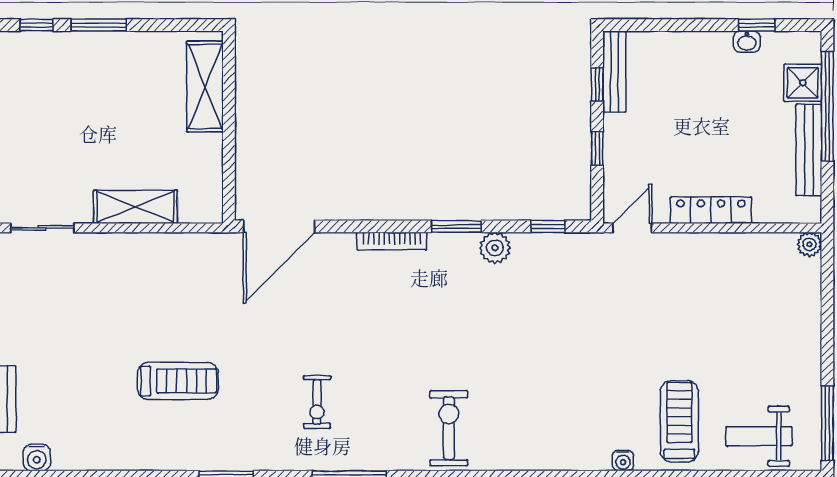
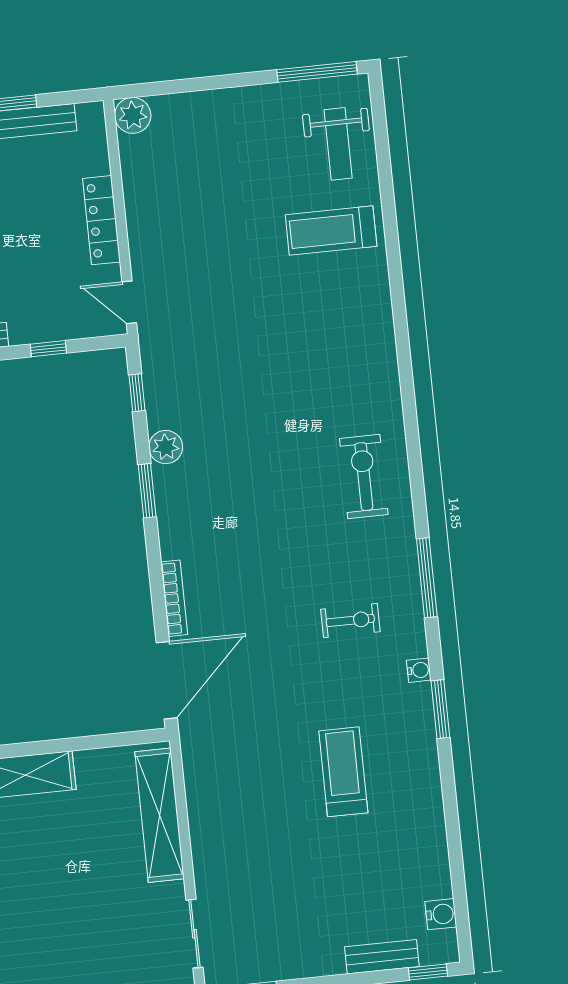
shelving: (136, 207) -> (160, 815), width x1.47
door: (279, 226) -> (167, 680), hinge flipped
bookcase: (392, 241) -> (174, 598), moved
plant: (809, 244) -> (133, 115), width x1.38, depth x1.38
exercise bike: (449, 428) -> (364, 477), turned 90
water cooler: (623, 461) -> (419, 670), moved

